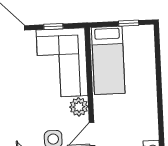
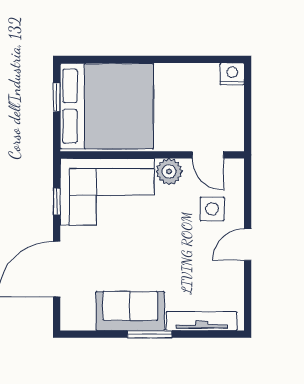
bed: (108, 60) -> (107, 106), width x2.04

